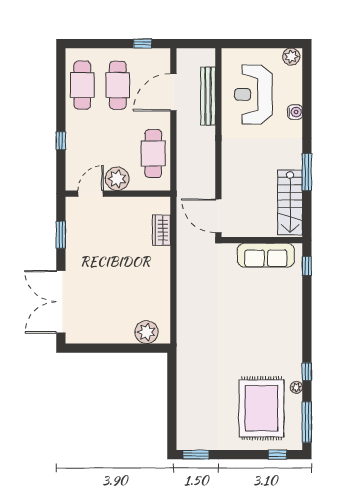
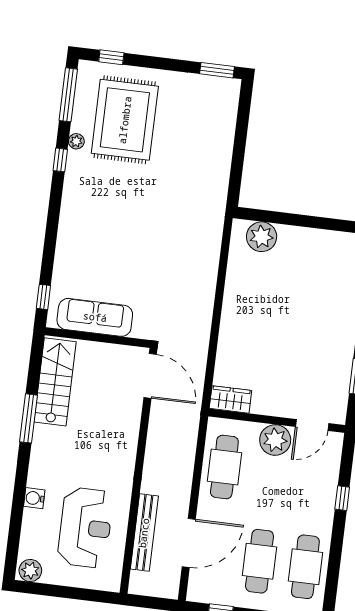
wardrobe: (161, 230) -> (230, 399), moved, turned -90

